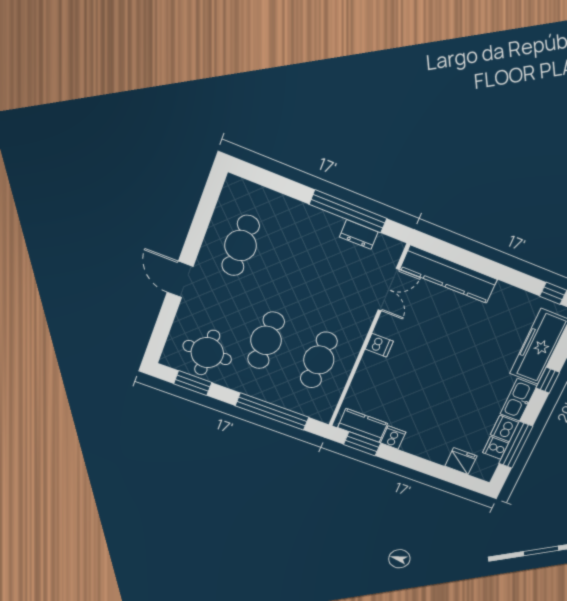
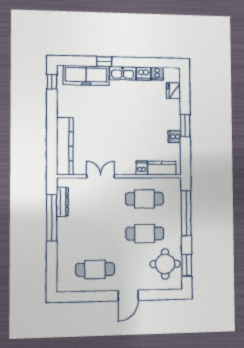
dresser: (359, 234) -> (62, 202), width x1.44
double door: (389, 290) -> (101, 176), moved
dishwasher: (379, 345) -> (142, 168), moved
kitchen counter: (363, 425) -> (162, 168), moved, turned 90
window: (362, 444) -> (185, 126), moved
window: (516, 445) -> (151, 63), removed

